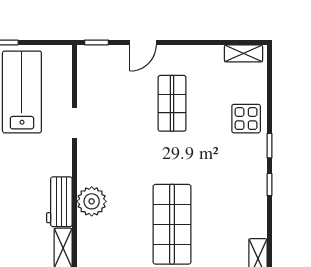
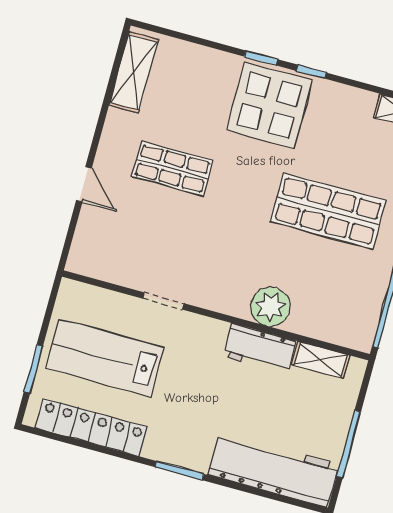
window: (97, 42) -> (67, 244), removed
shelving: (244, 53) -> (134, 72), width x1.50, depth x1.33
display table: (246, 119) -> (269, 105), moved, width x1.86, depth x1.86

